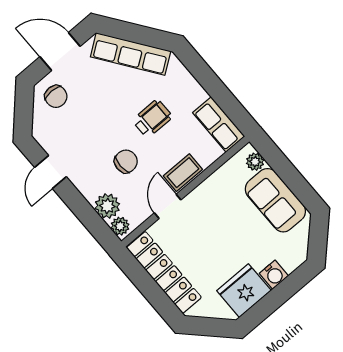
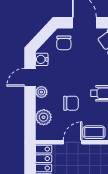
water cooler: (46, 139) -> (42, 59), added
plant: (120, 226) -> (41, 92), moved

